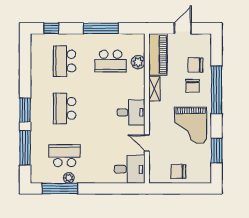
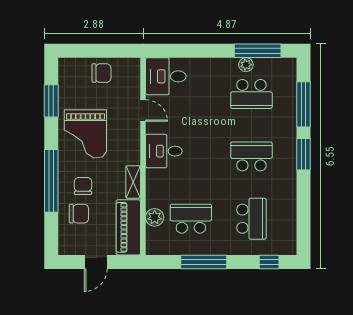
school desk: (65, 108) -> (251, 156), turned -90
grand piano: (191, 125) -> (85, 134), turned 180

